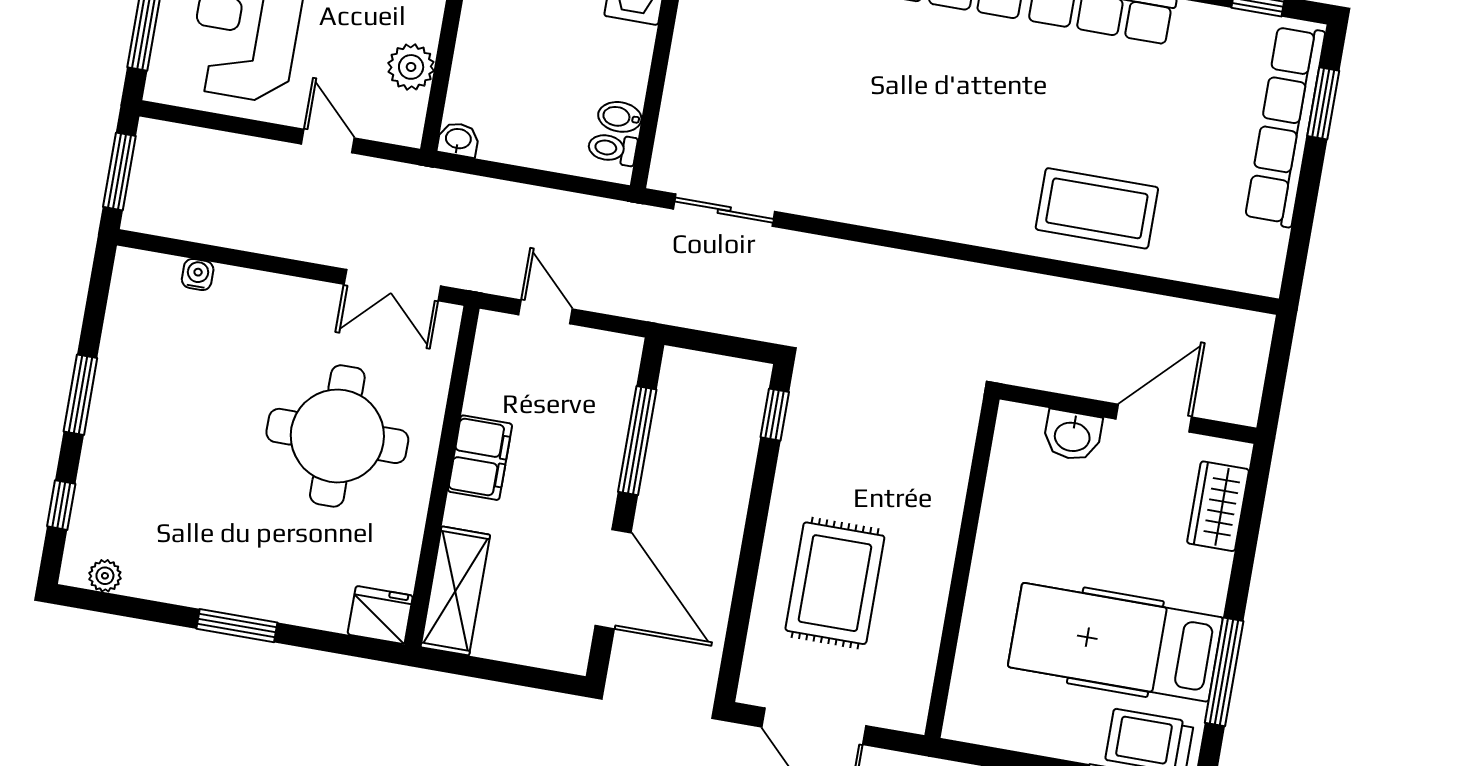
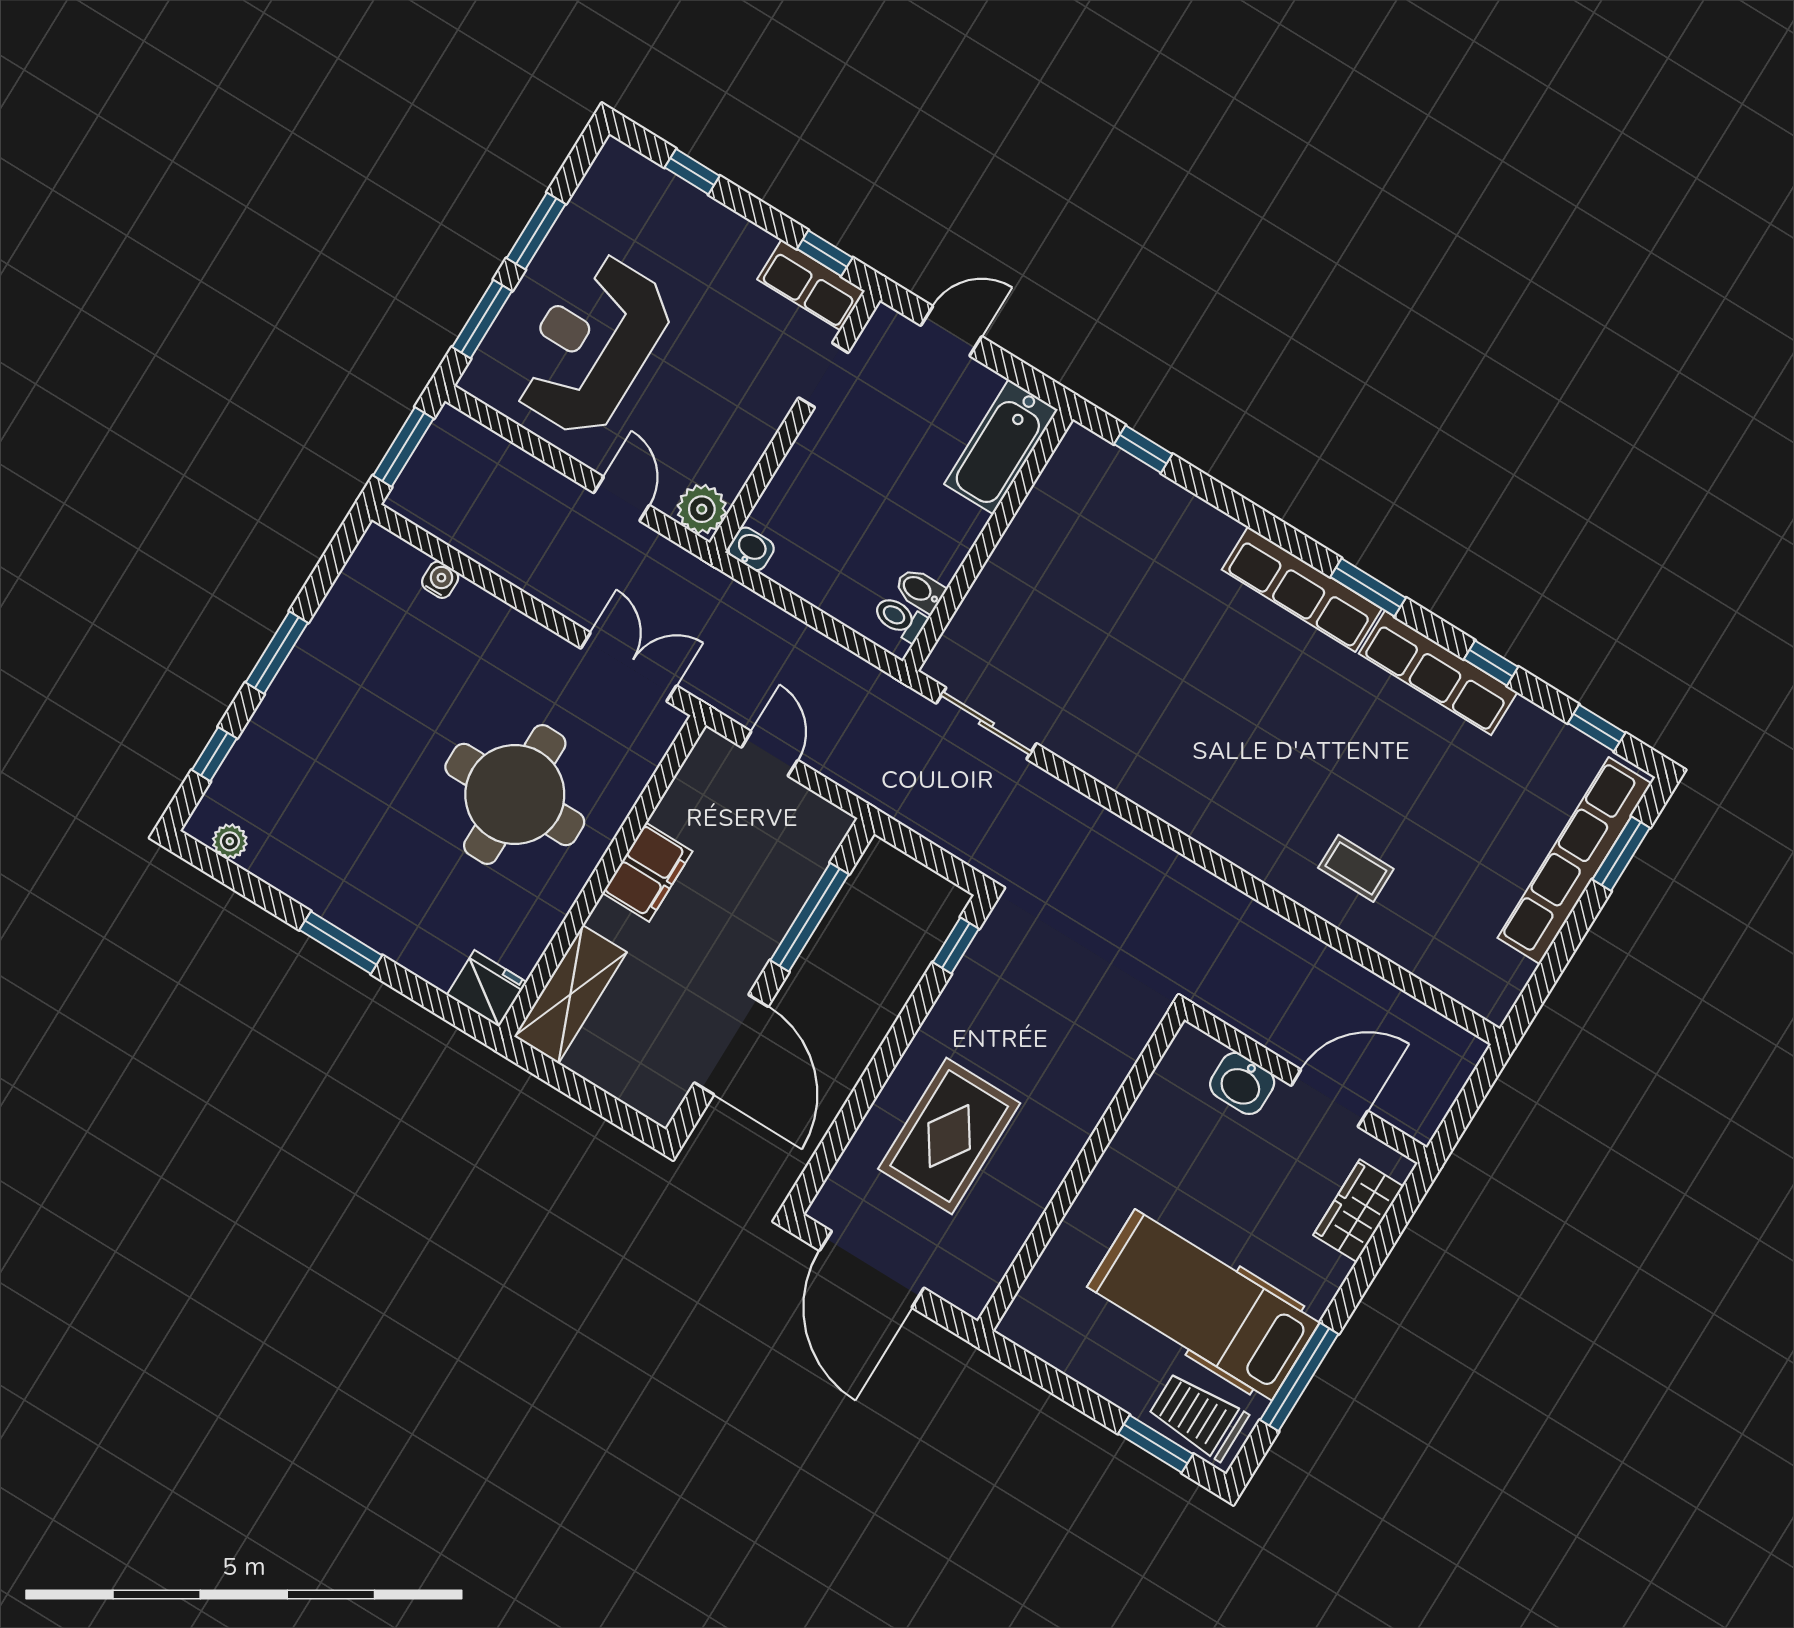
plant: (411, 67) -> (702, 509), moved
coffee table: (1097, 208) -> (1356, 868), width x0.54, depth x0.58
double door: (392, 285) -> (629, 667), swing flipped

